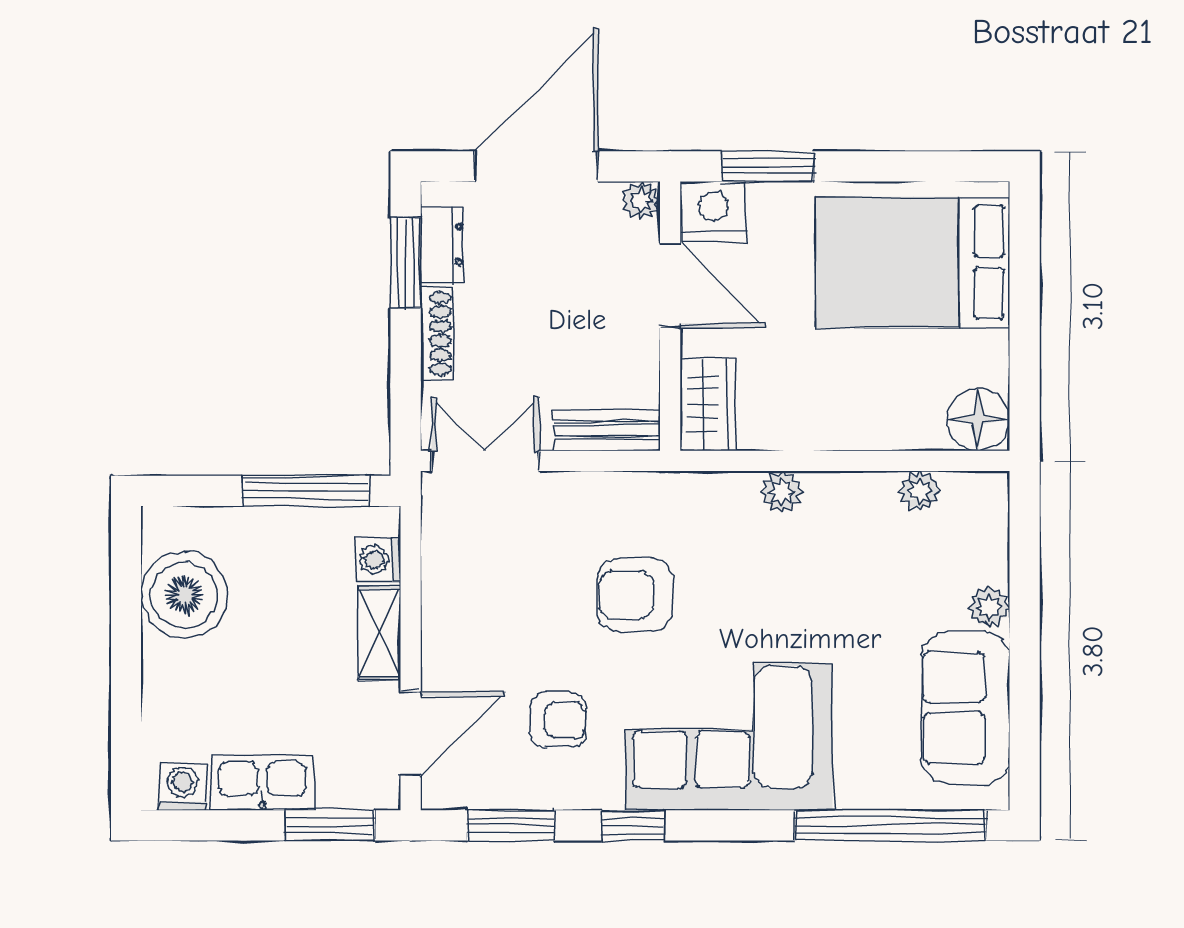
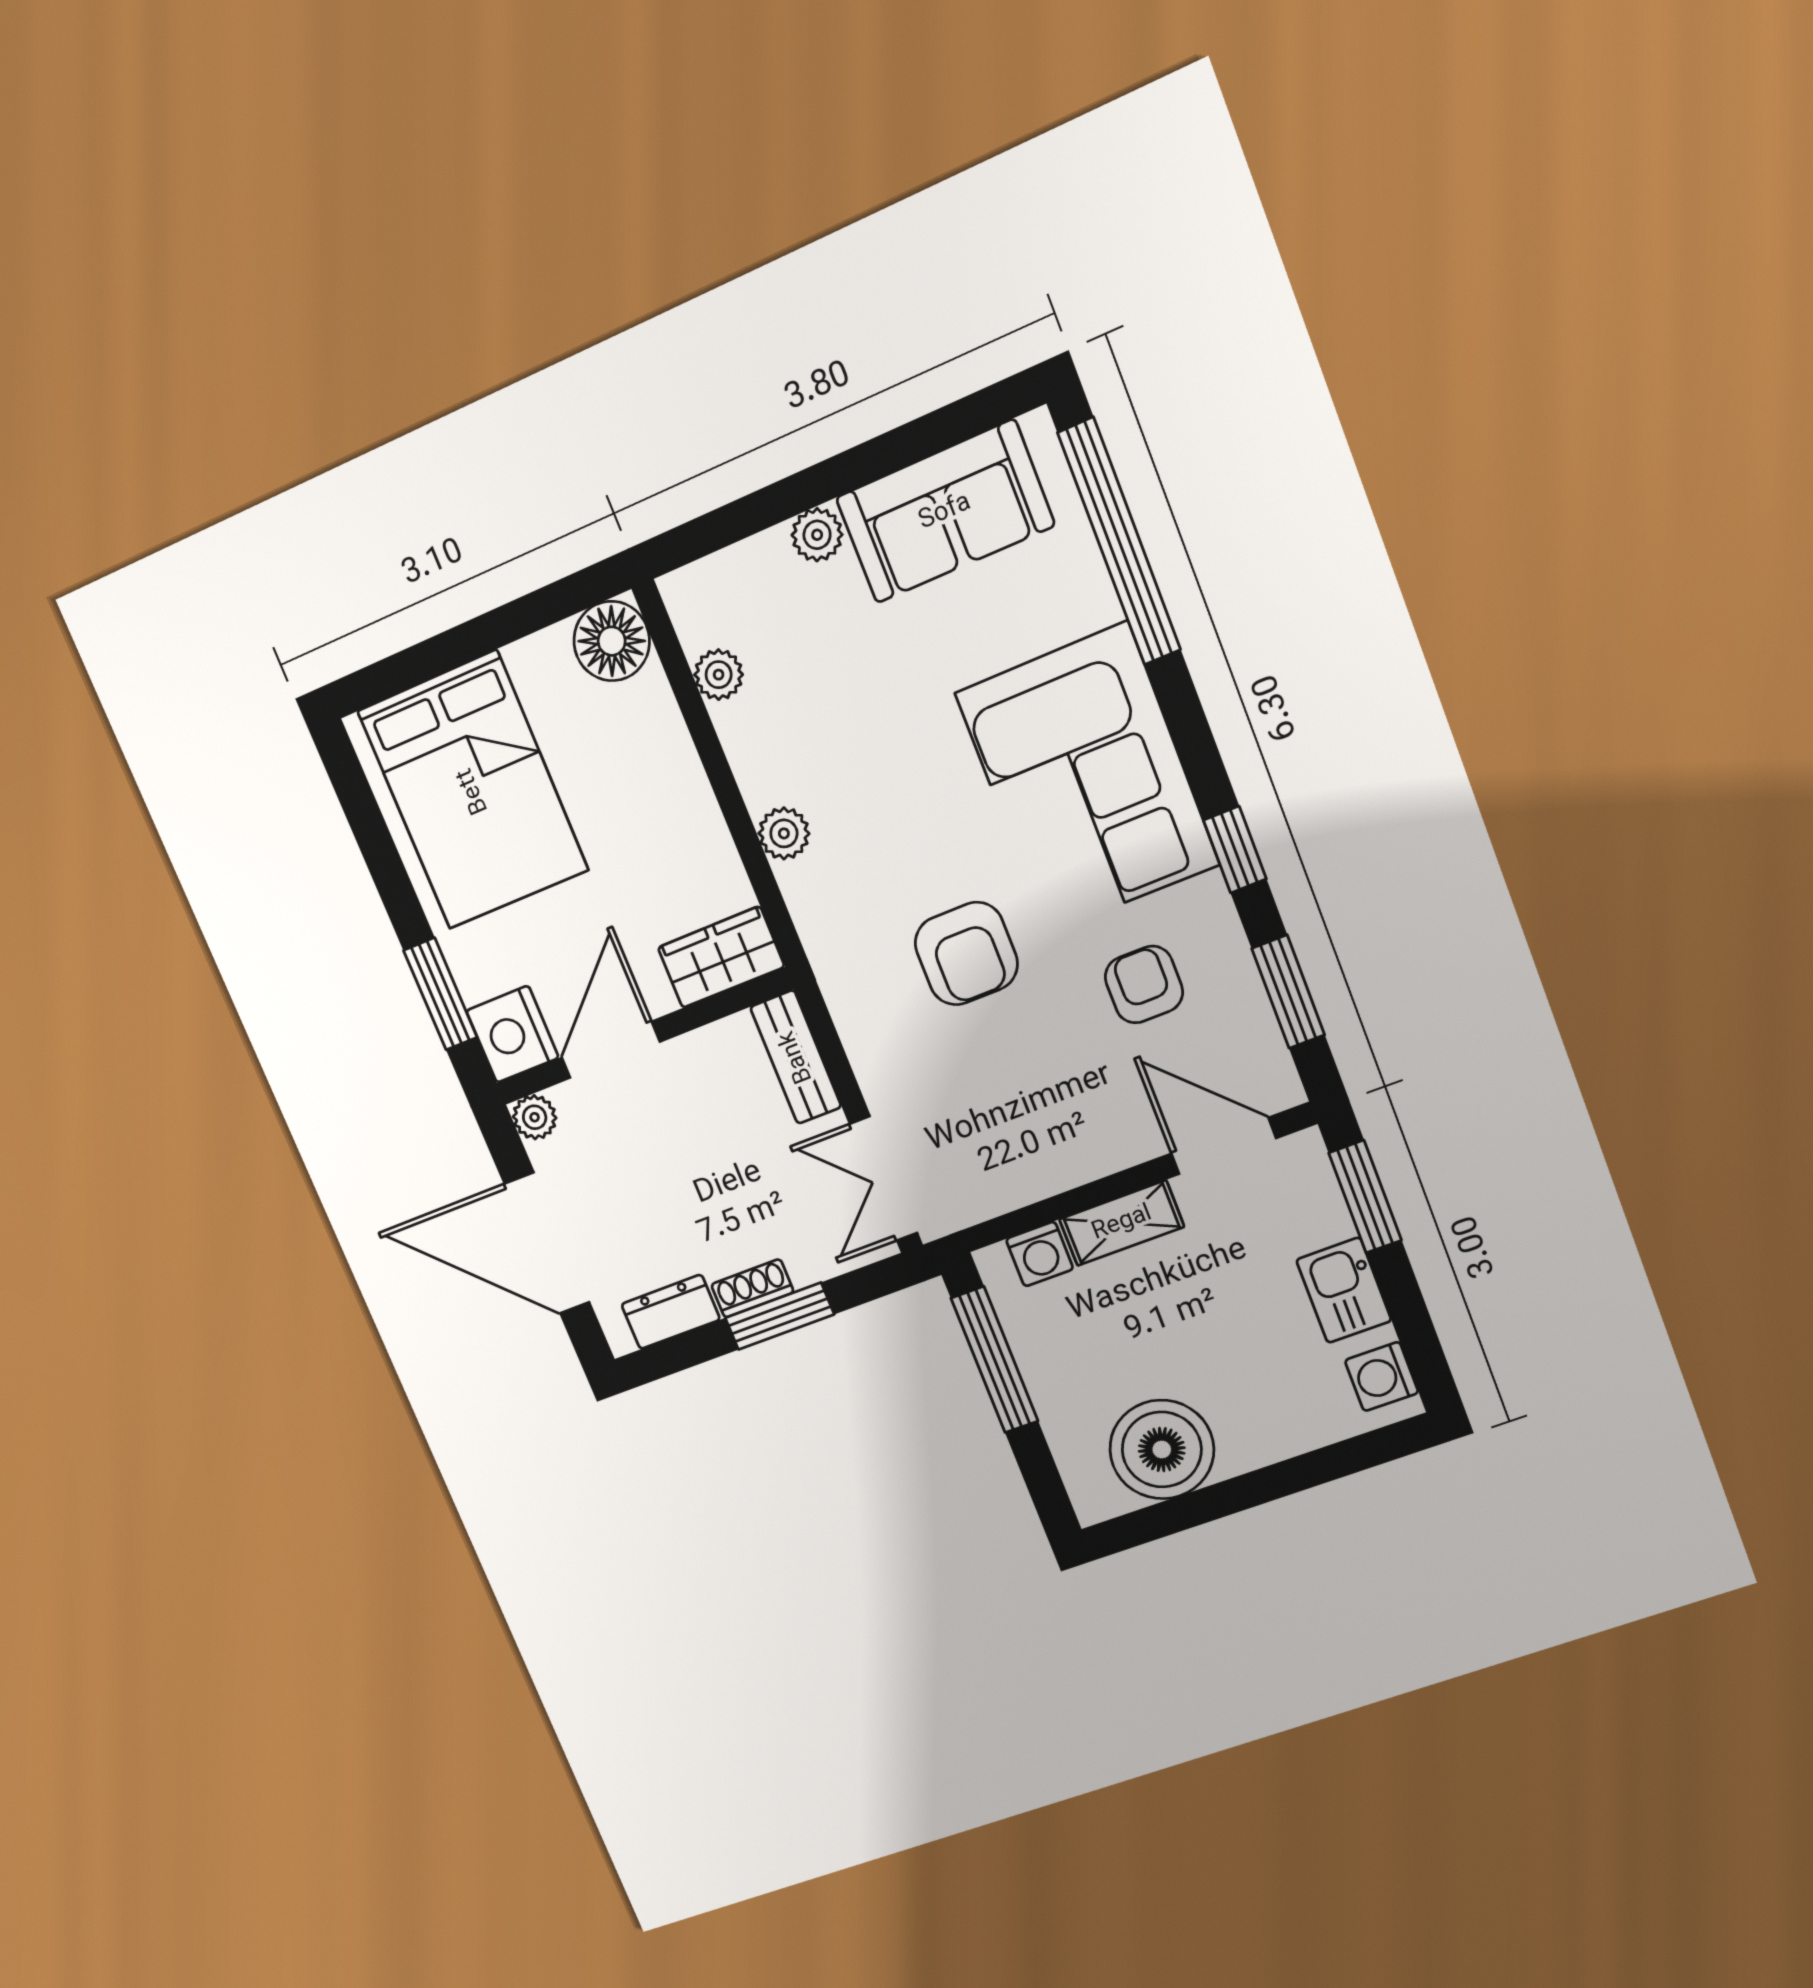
window: (406, 263) -> (780, 1316), moved
shoe rack: (436, 333) -> (752, 1288), width x0.70
kitchen sink: (262, 783) -> (1344, 1290), width x0.73

